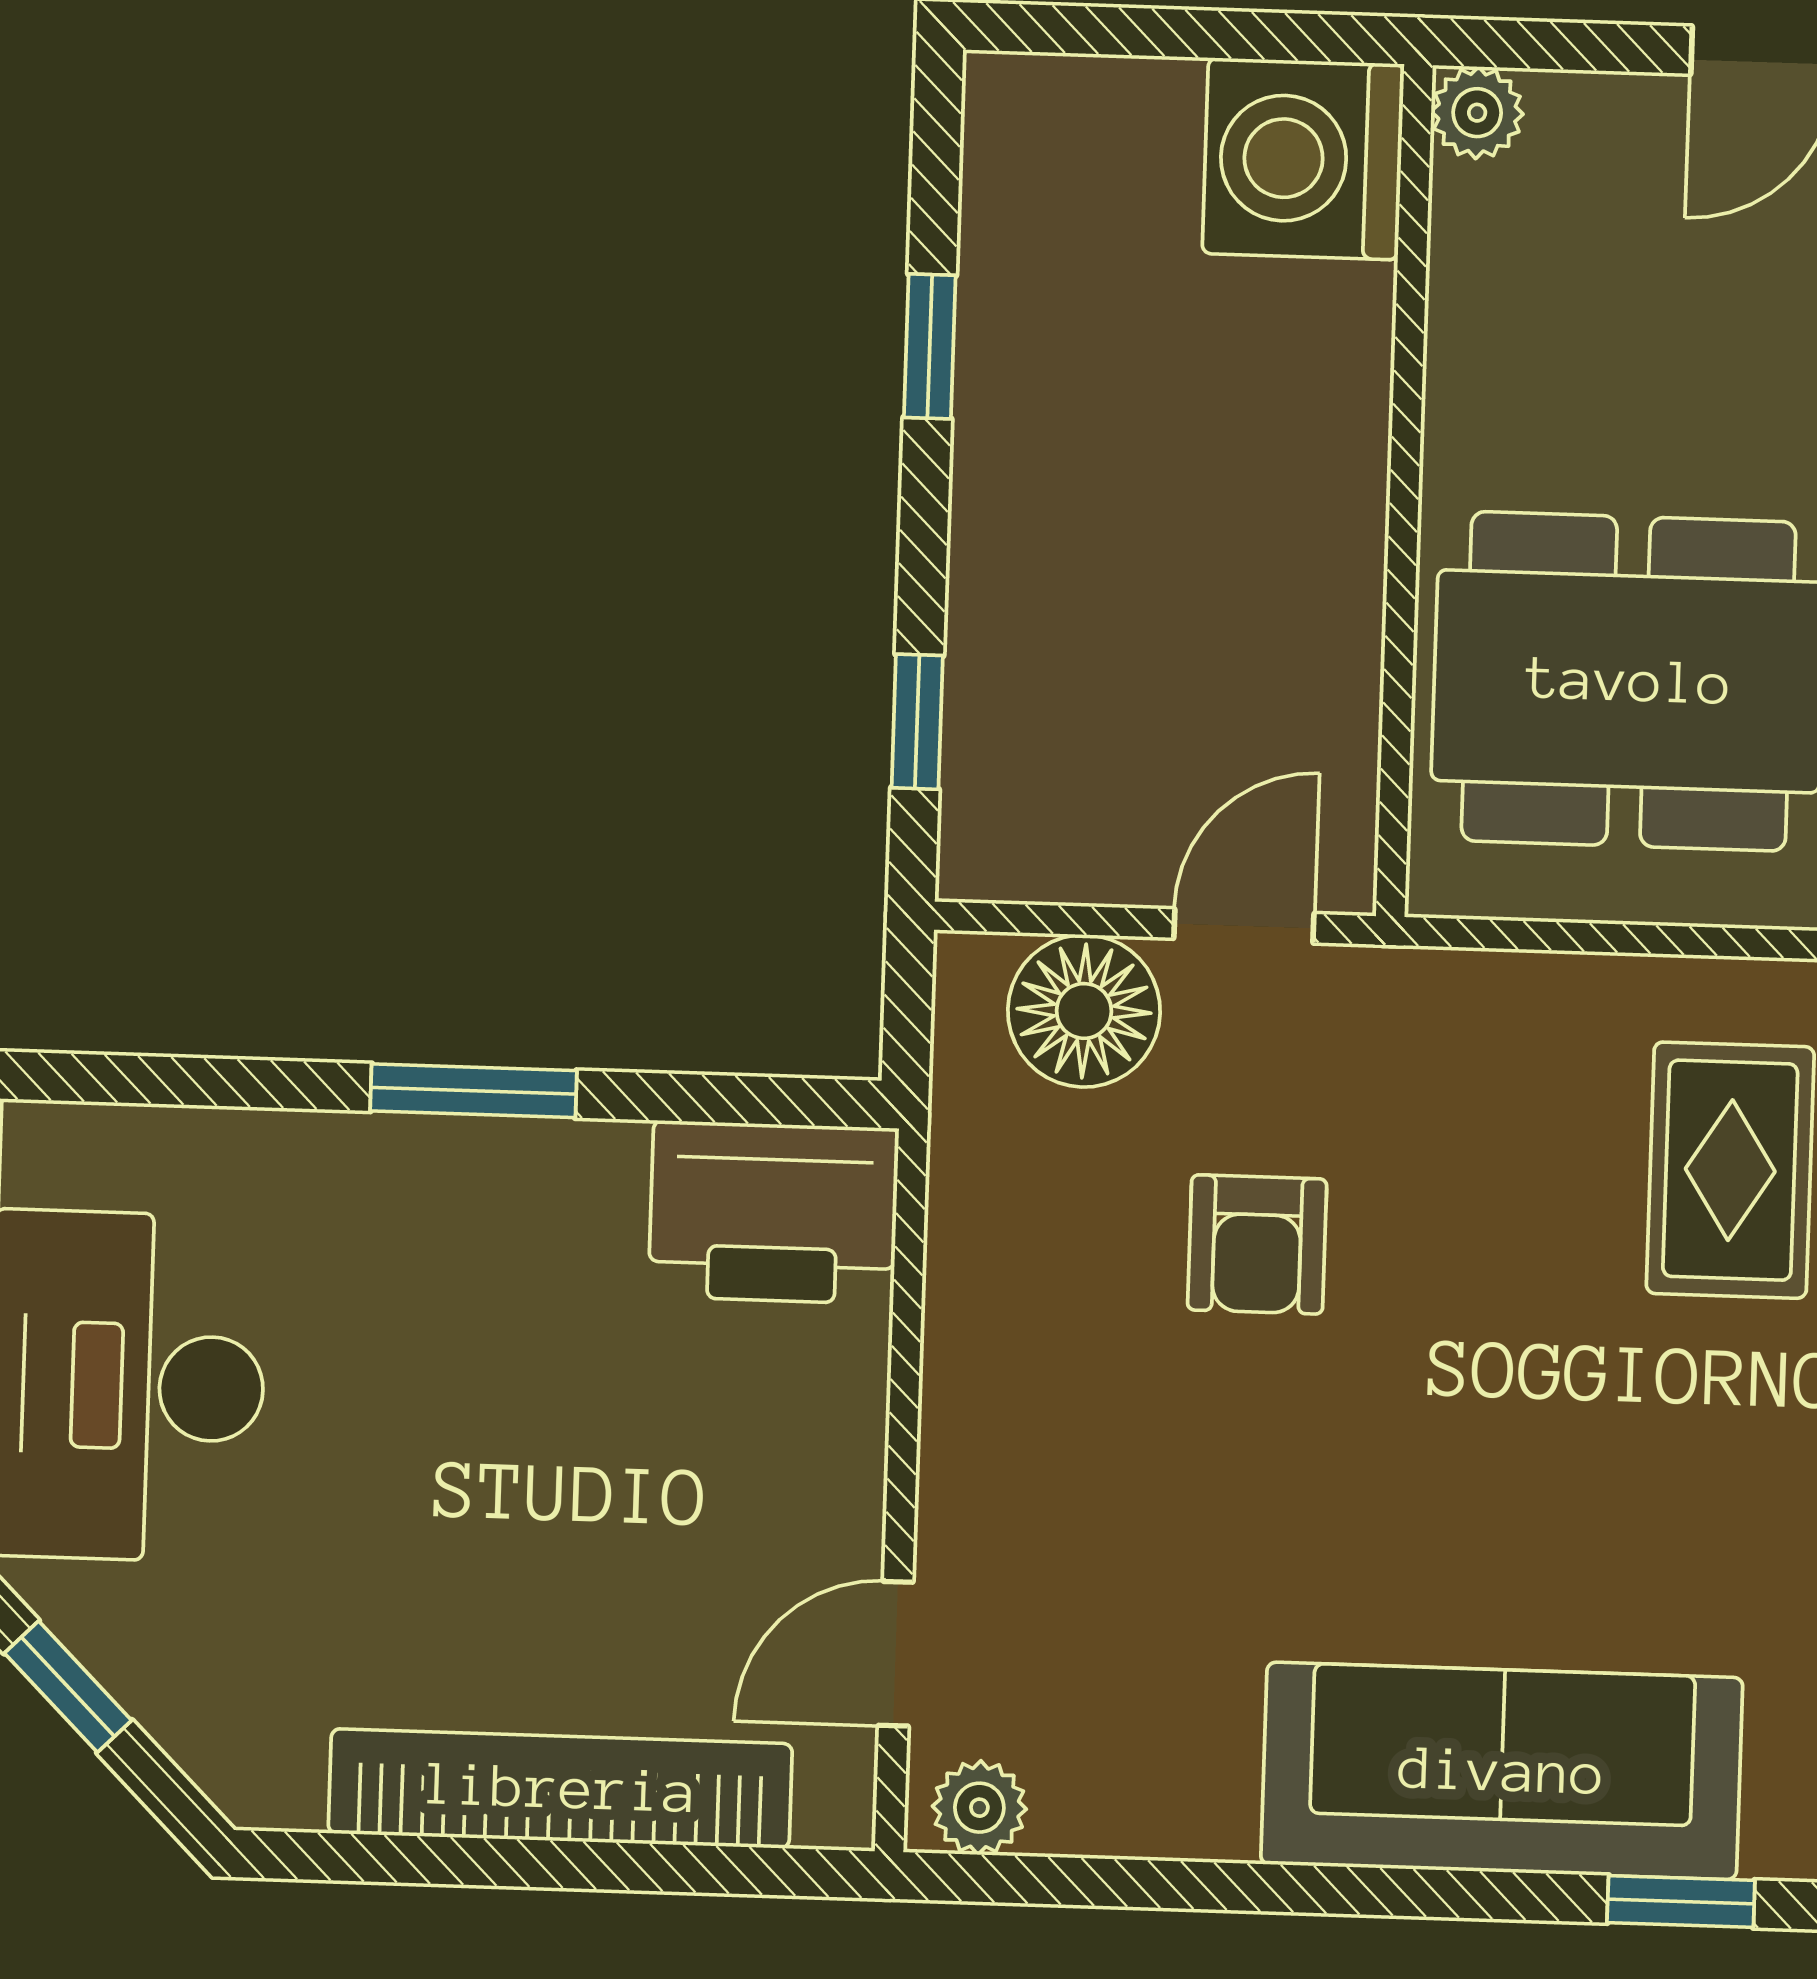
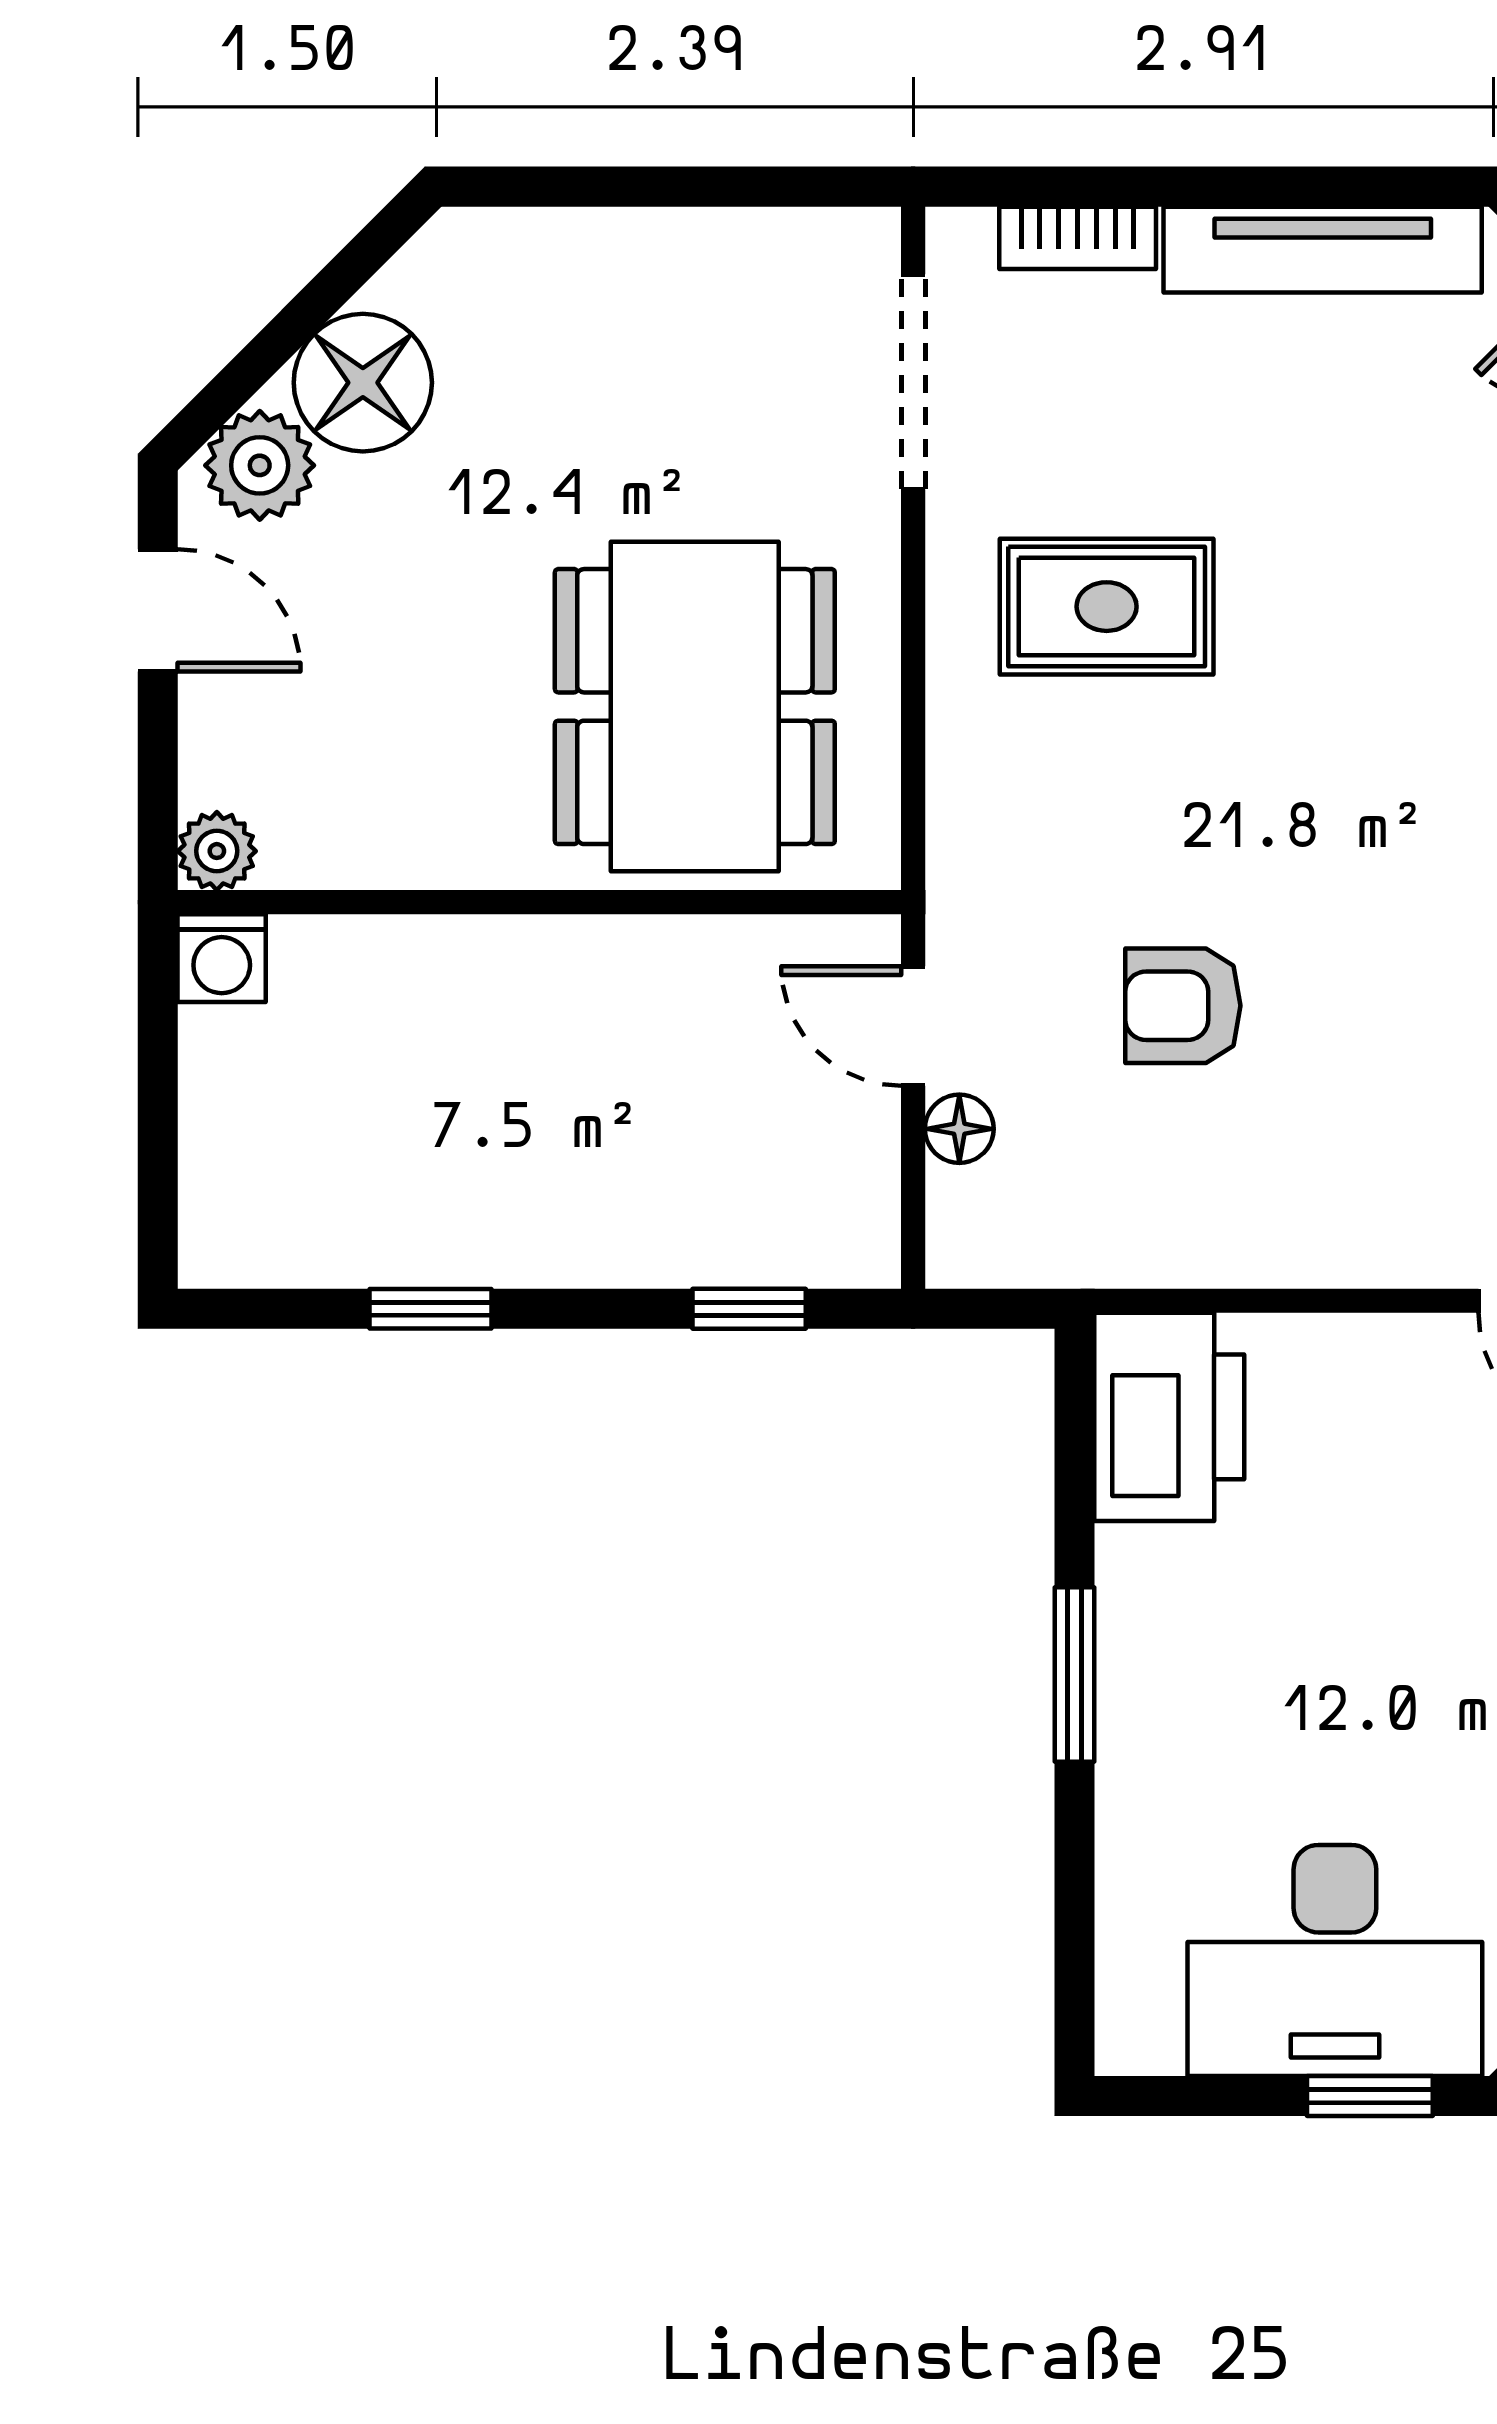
washing machine: (1303, 159) -> (222, 958), width x0.53, depth x0.53
floor lamp: (1084, 1011) -> (959, 1129), width x0.53, depth x0.53
armchair: (1257, 1244) -> (1183, 1006), turned 180

